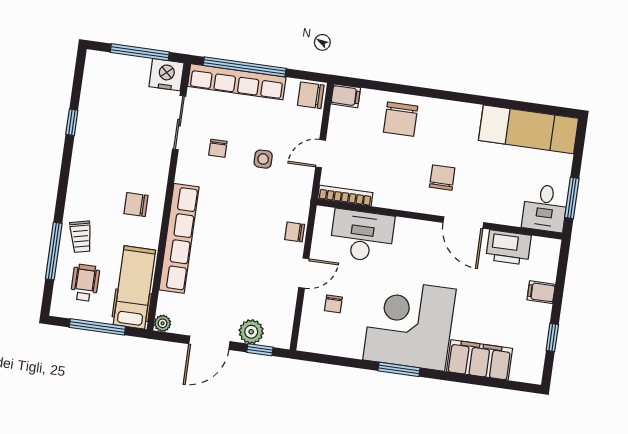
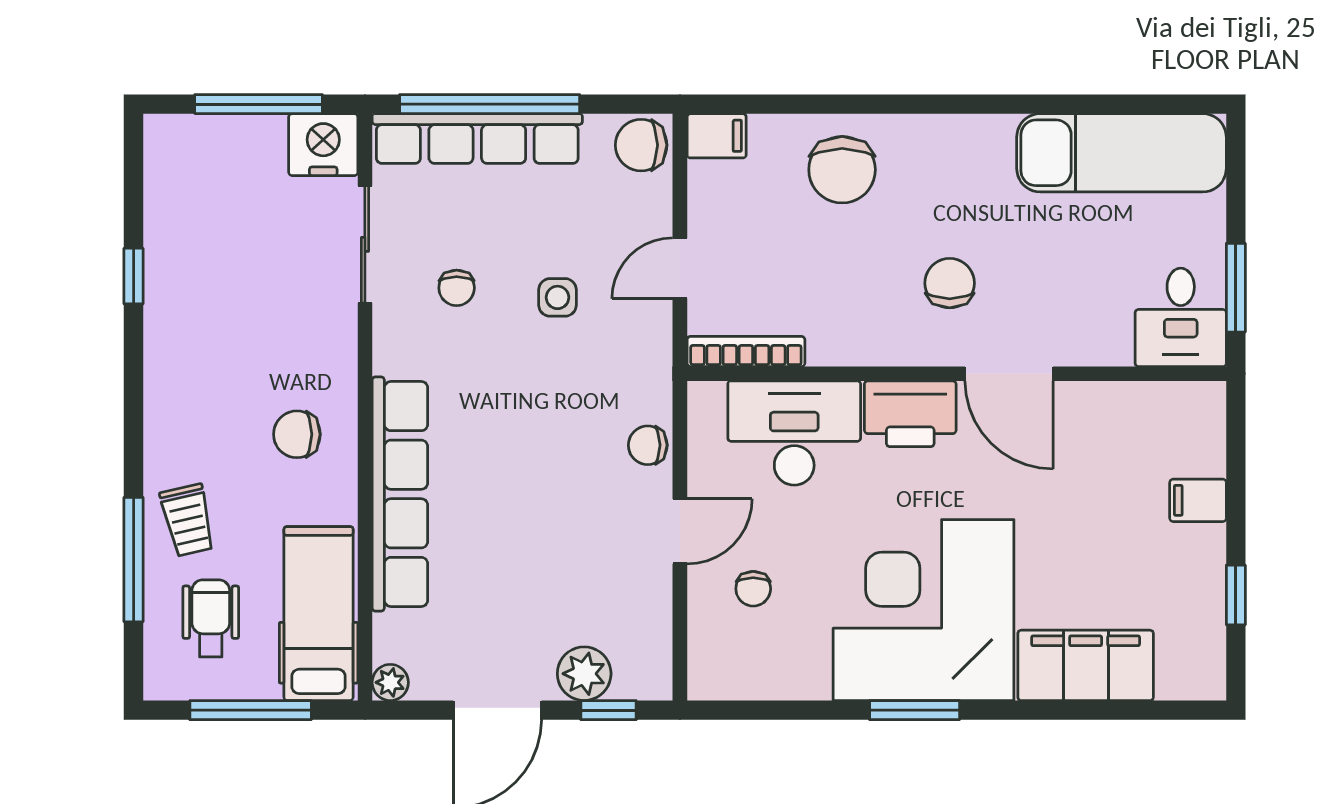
printer: (508, 247) -> (910, 414), moved

